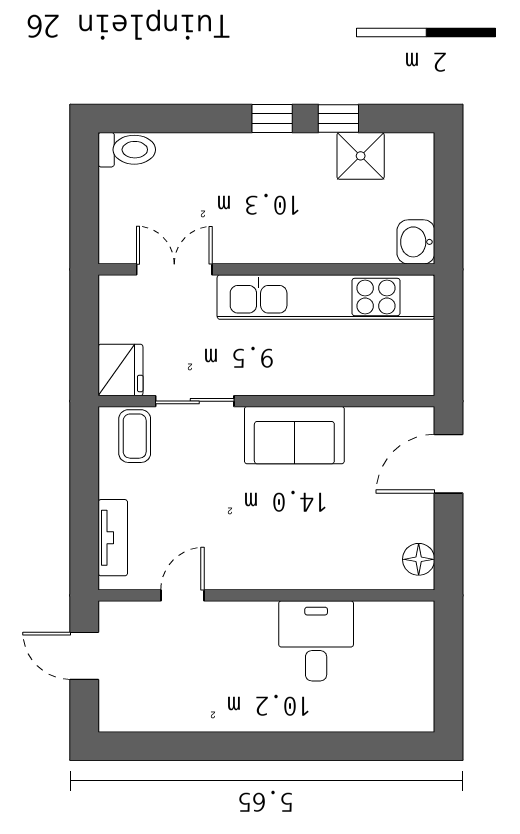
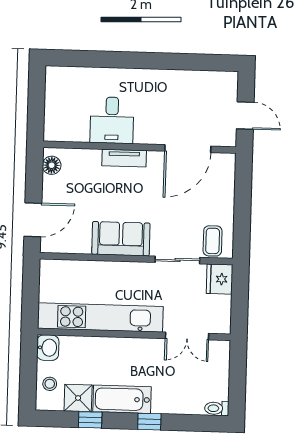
window: (272, 118) -> (149, 422), moved
toilet: (127, 150) -> (217, 408), width x0.73, depth x0.72
bathtub: (284, 156) -> (122, 399), added
stool: (411, 179) -> (50, 384), added
tv unit: (113, 538) -> (124, 158), moved, turned -90
door: (182, 595) -> (188, 149), width x1.87

